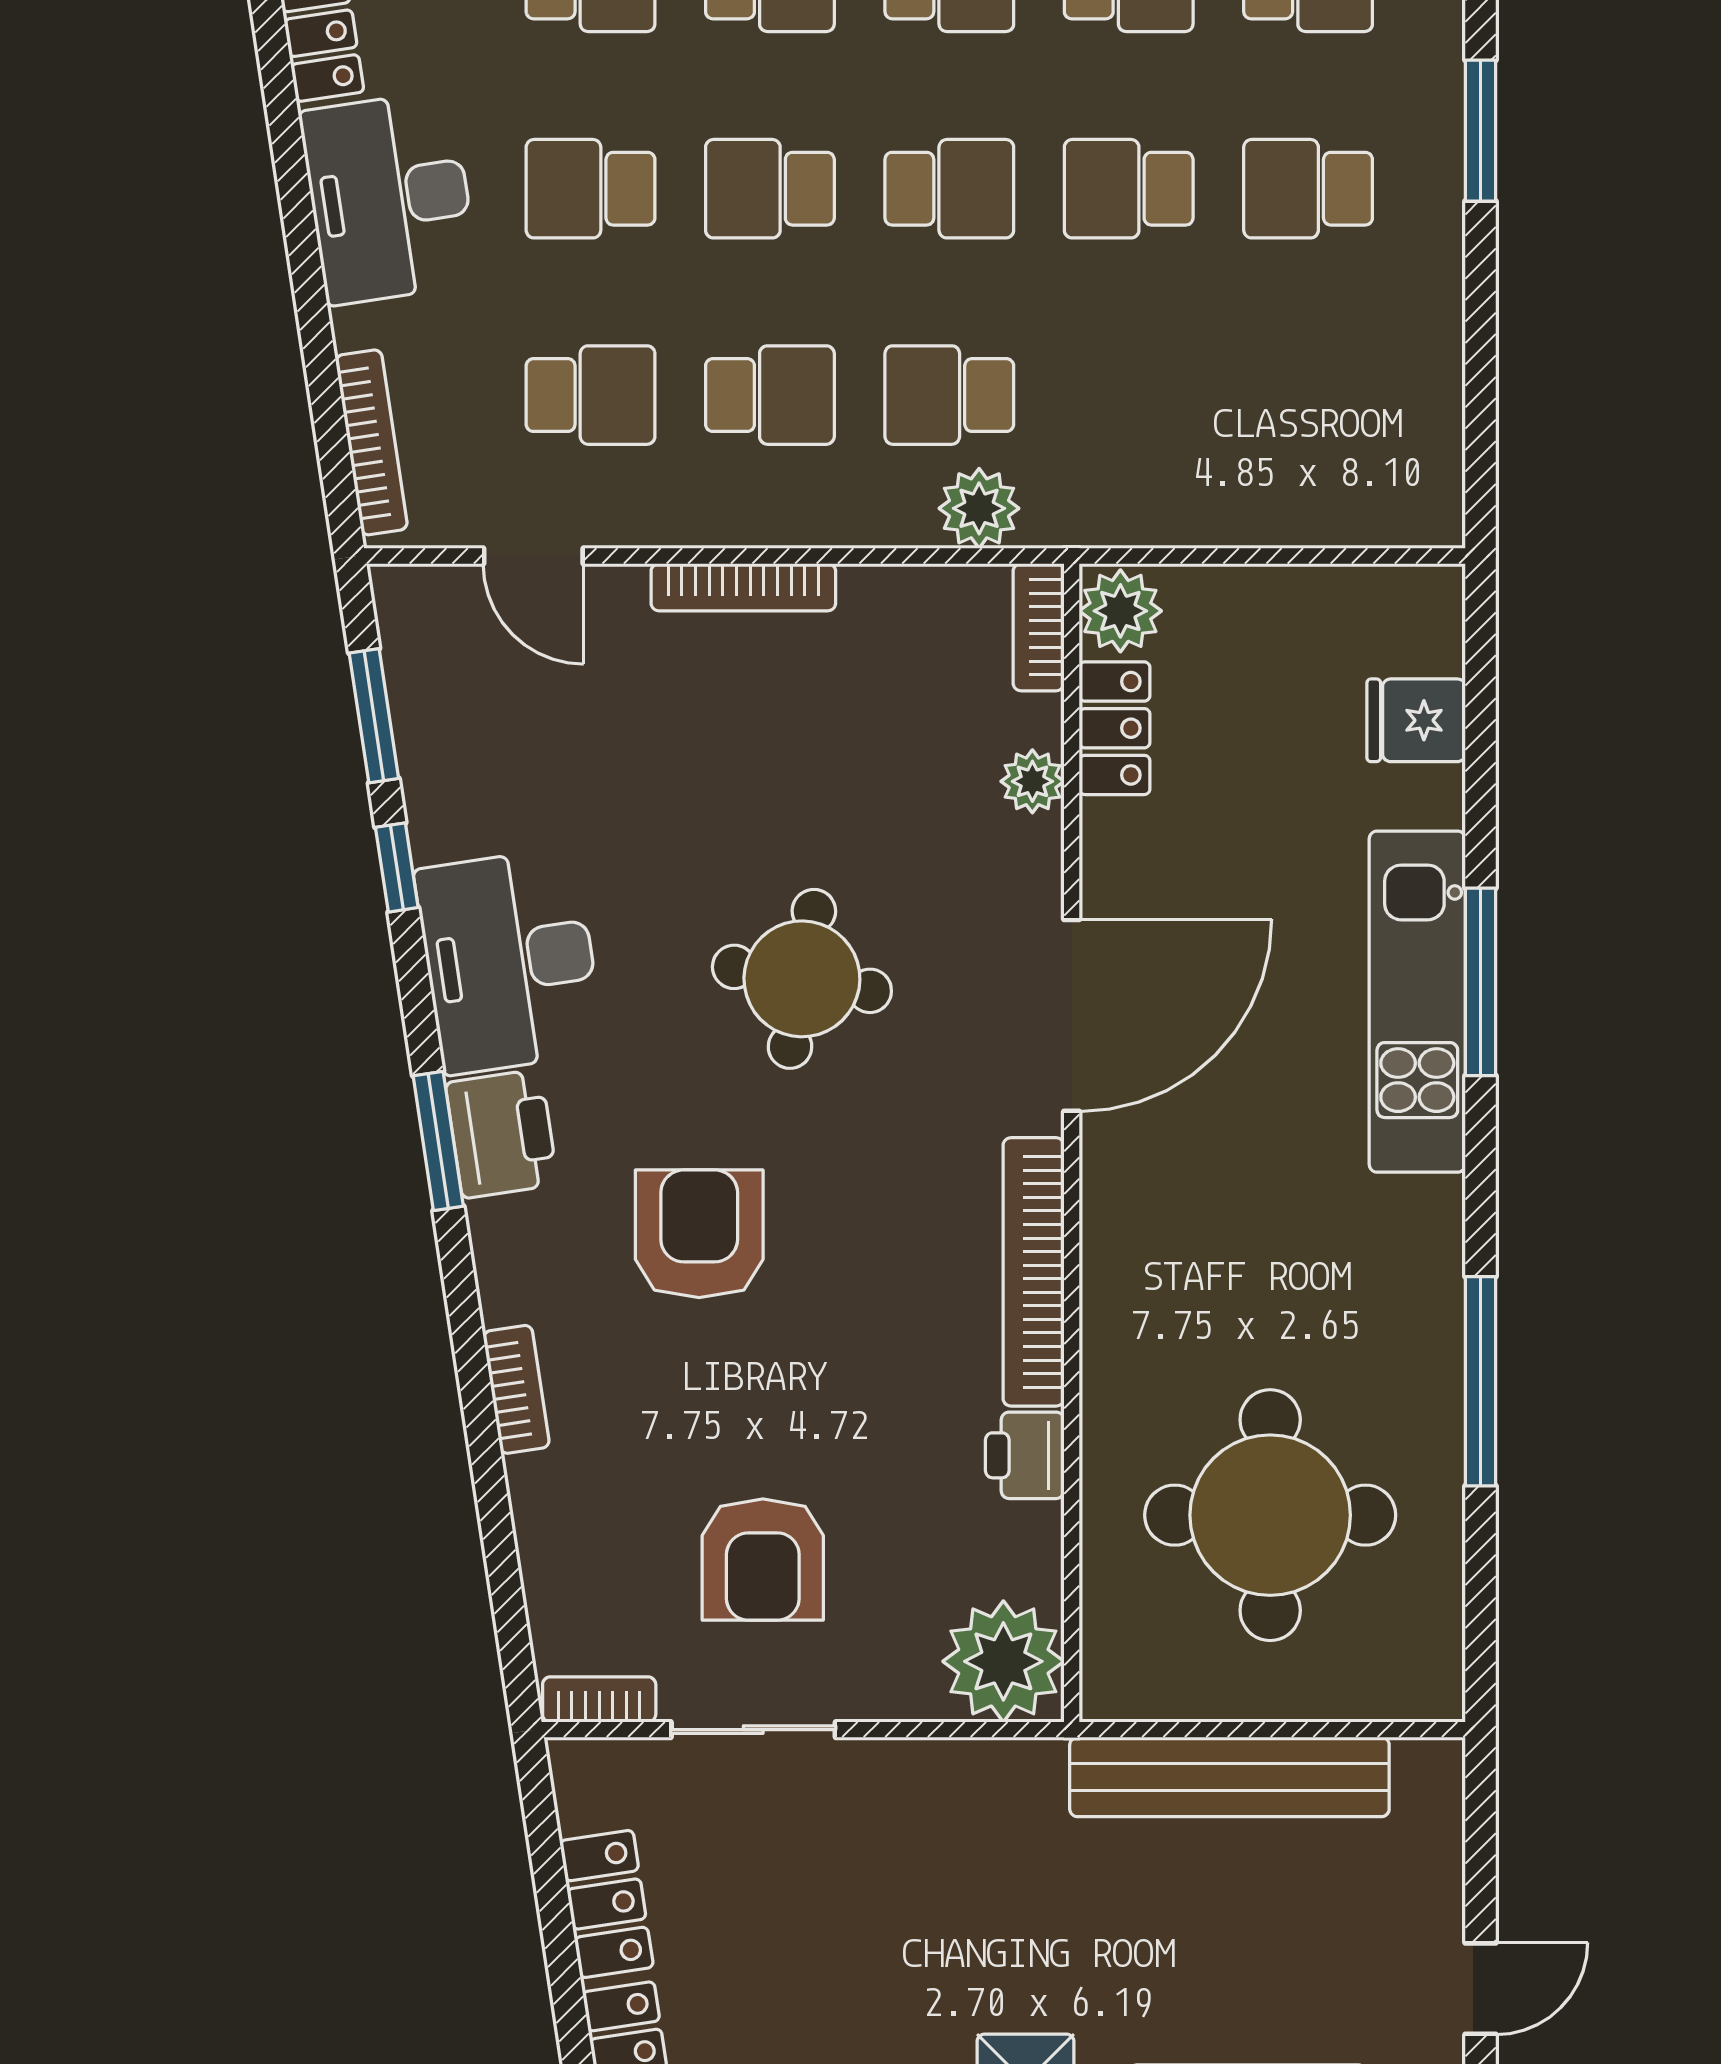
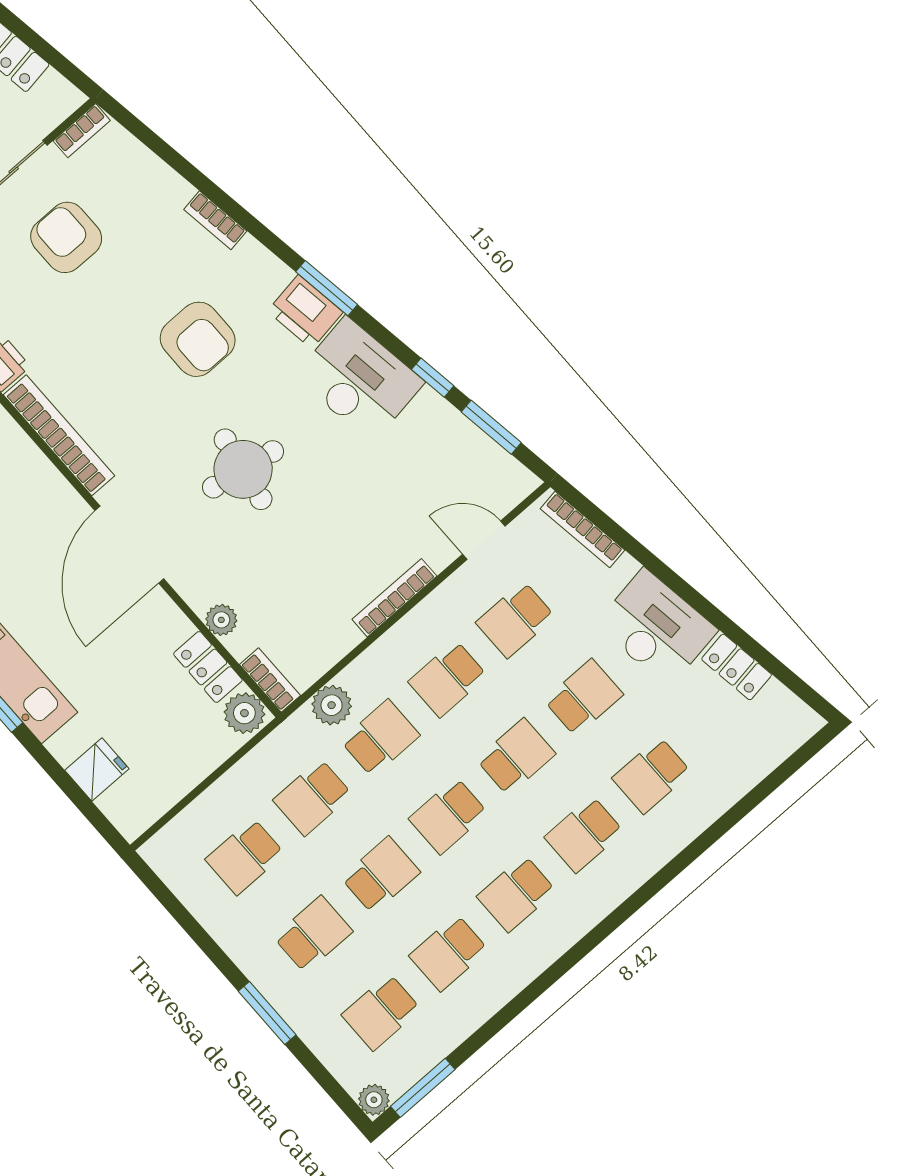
school desk: (1129, 395) -> (313, 797), added
school desk: (1308, 395) -> (245, 856), added

